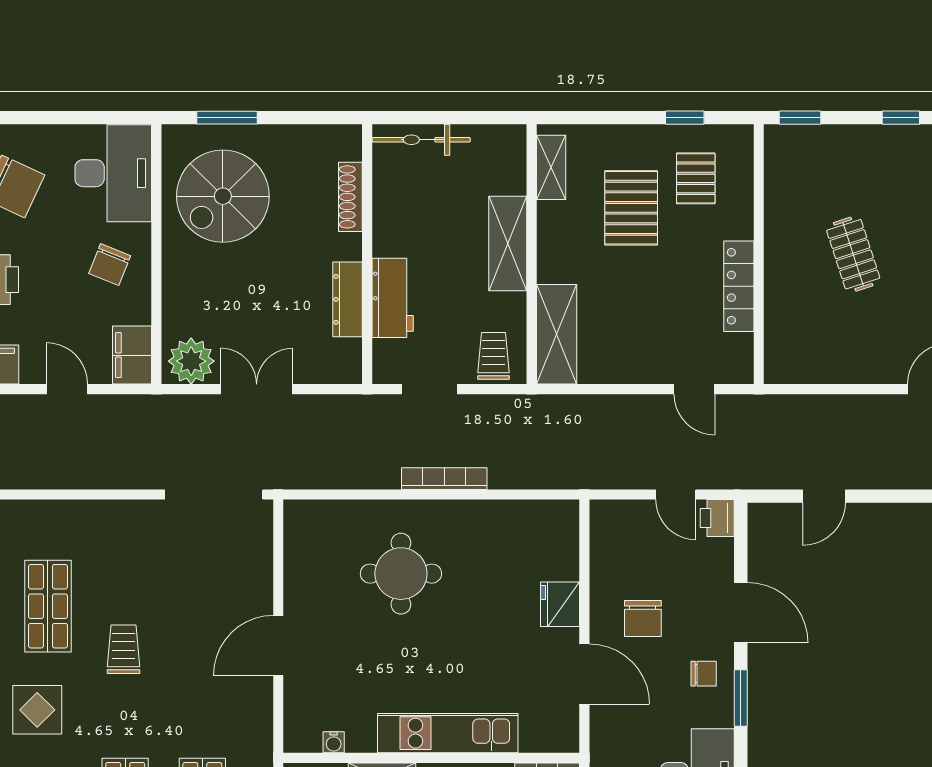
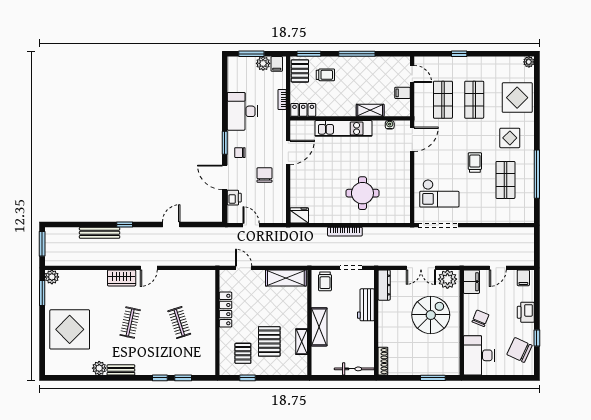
window: (800, 118) -> (183, 378), moved
shelving: (551, 167) -> (302, 342), moved
spiral stairs: (223, 196) -> (431, 315), moved
shoe rack: (350, 197) -> (383, 361), moved
dresser: (347, 299) -> (384, 285), moved
shelving: (557, 334) -> (286, 278), moved, turned 90
door: (67, 389) -> (498, 268), hinge flipped
door: (824, 496) -> (171, 225), moved
printer: (717, 518) -> (234, 198), moved
checkout: (211, 573) -> (439, 193), added
fridge: (560, 604) -> (299, 215), moved, turned -90
door: (278, 645) -> (412, 139), moved
trolley: (123, 649) -> (475, 162), turned 180
door: (584, 674) -> (288, 152), swing flipped

